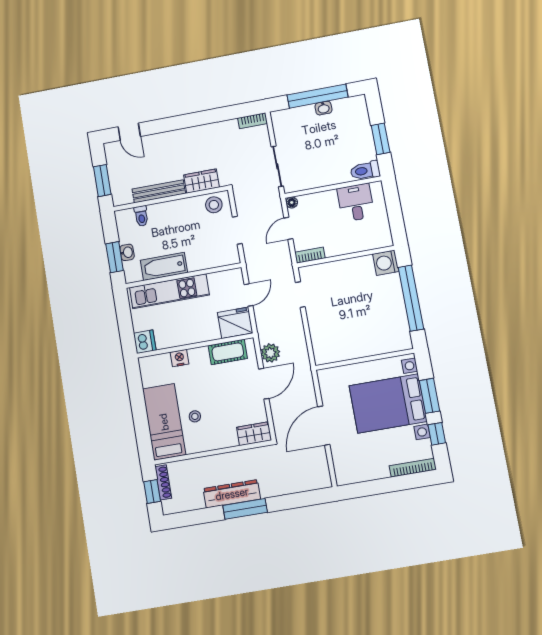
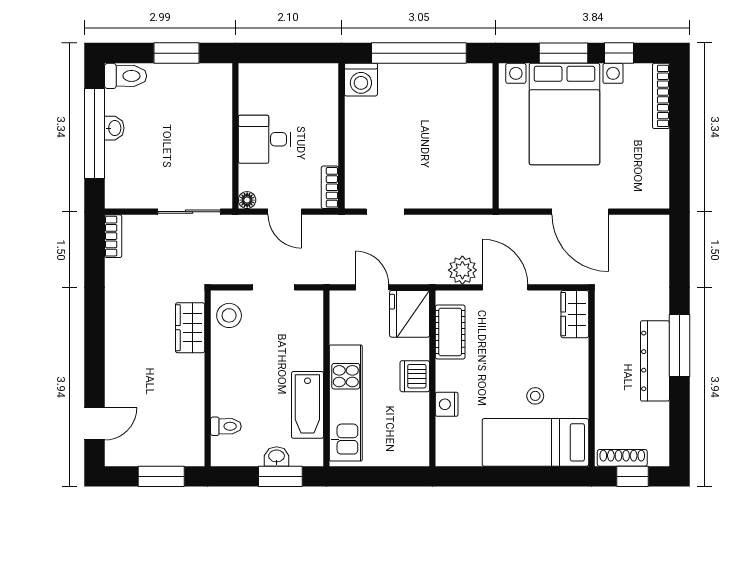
toilet: (365, 171) -> (126, 76), moved, turned -90
bench: (159, 191) -> (194, 394), removed
desk: (356, 203) -> (264, 139), moved
dishwasher: (145, 342) -> (415, 376), moved, turned -90

